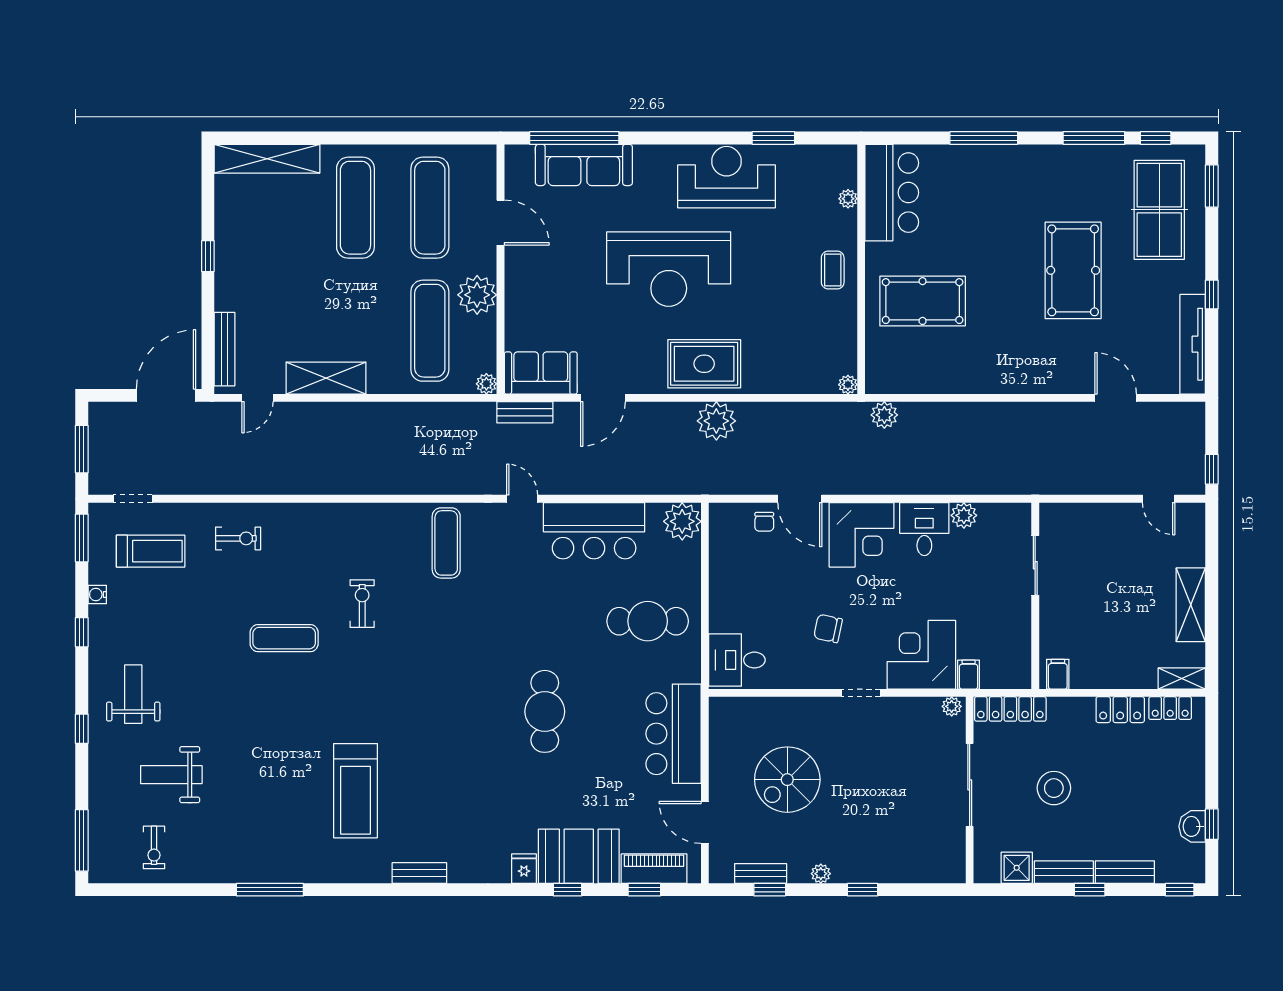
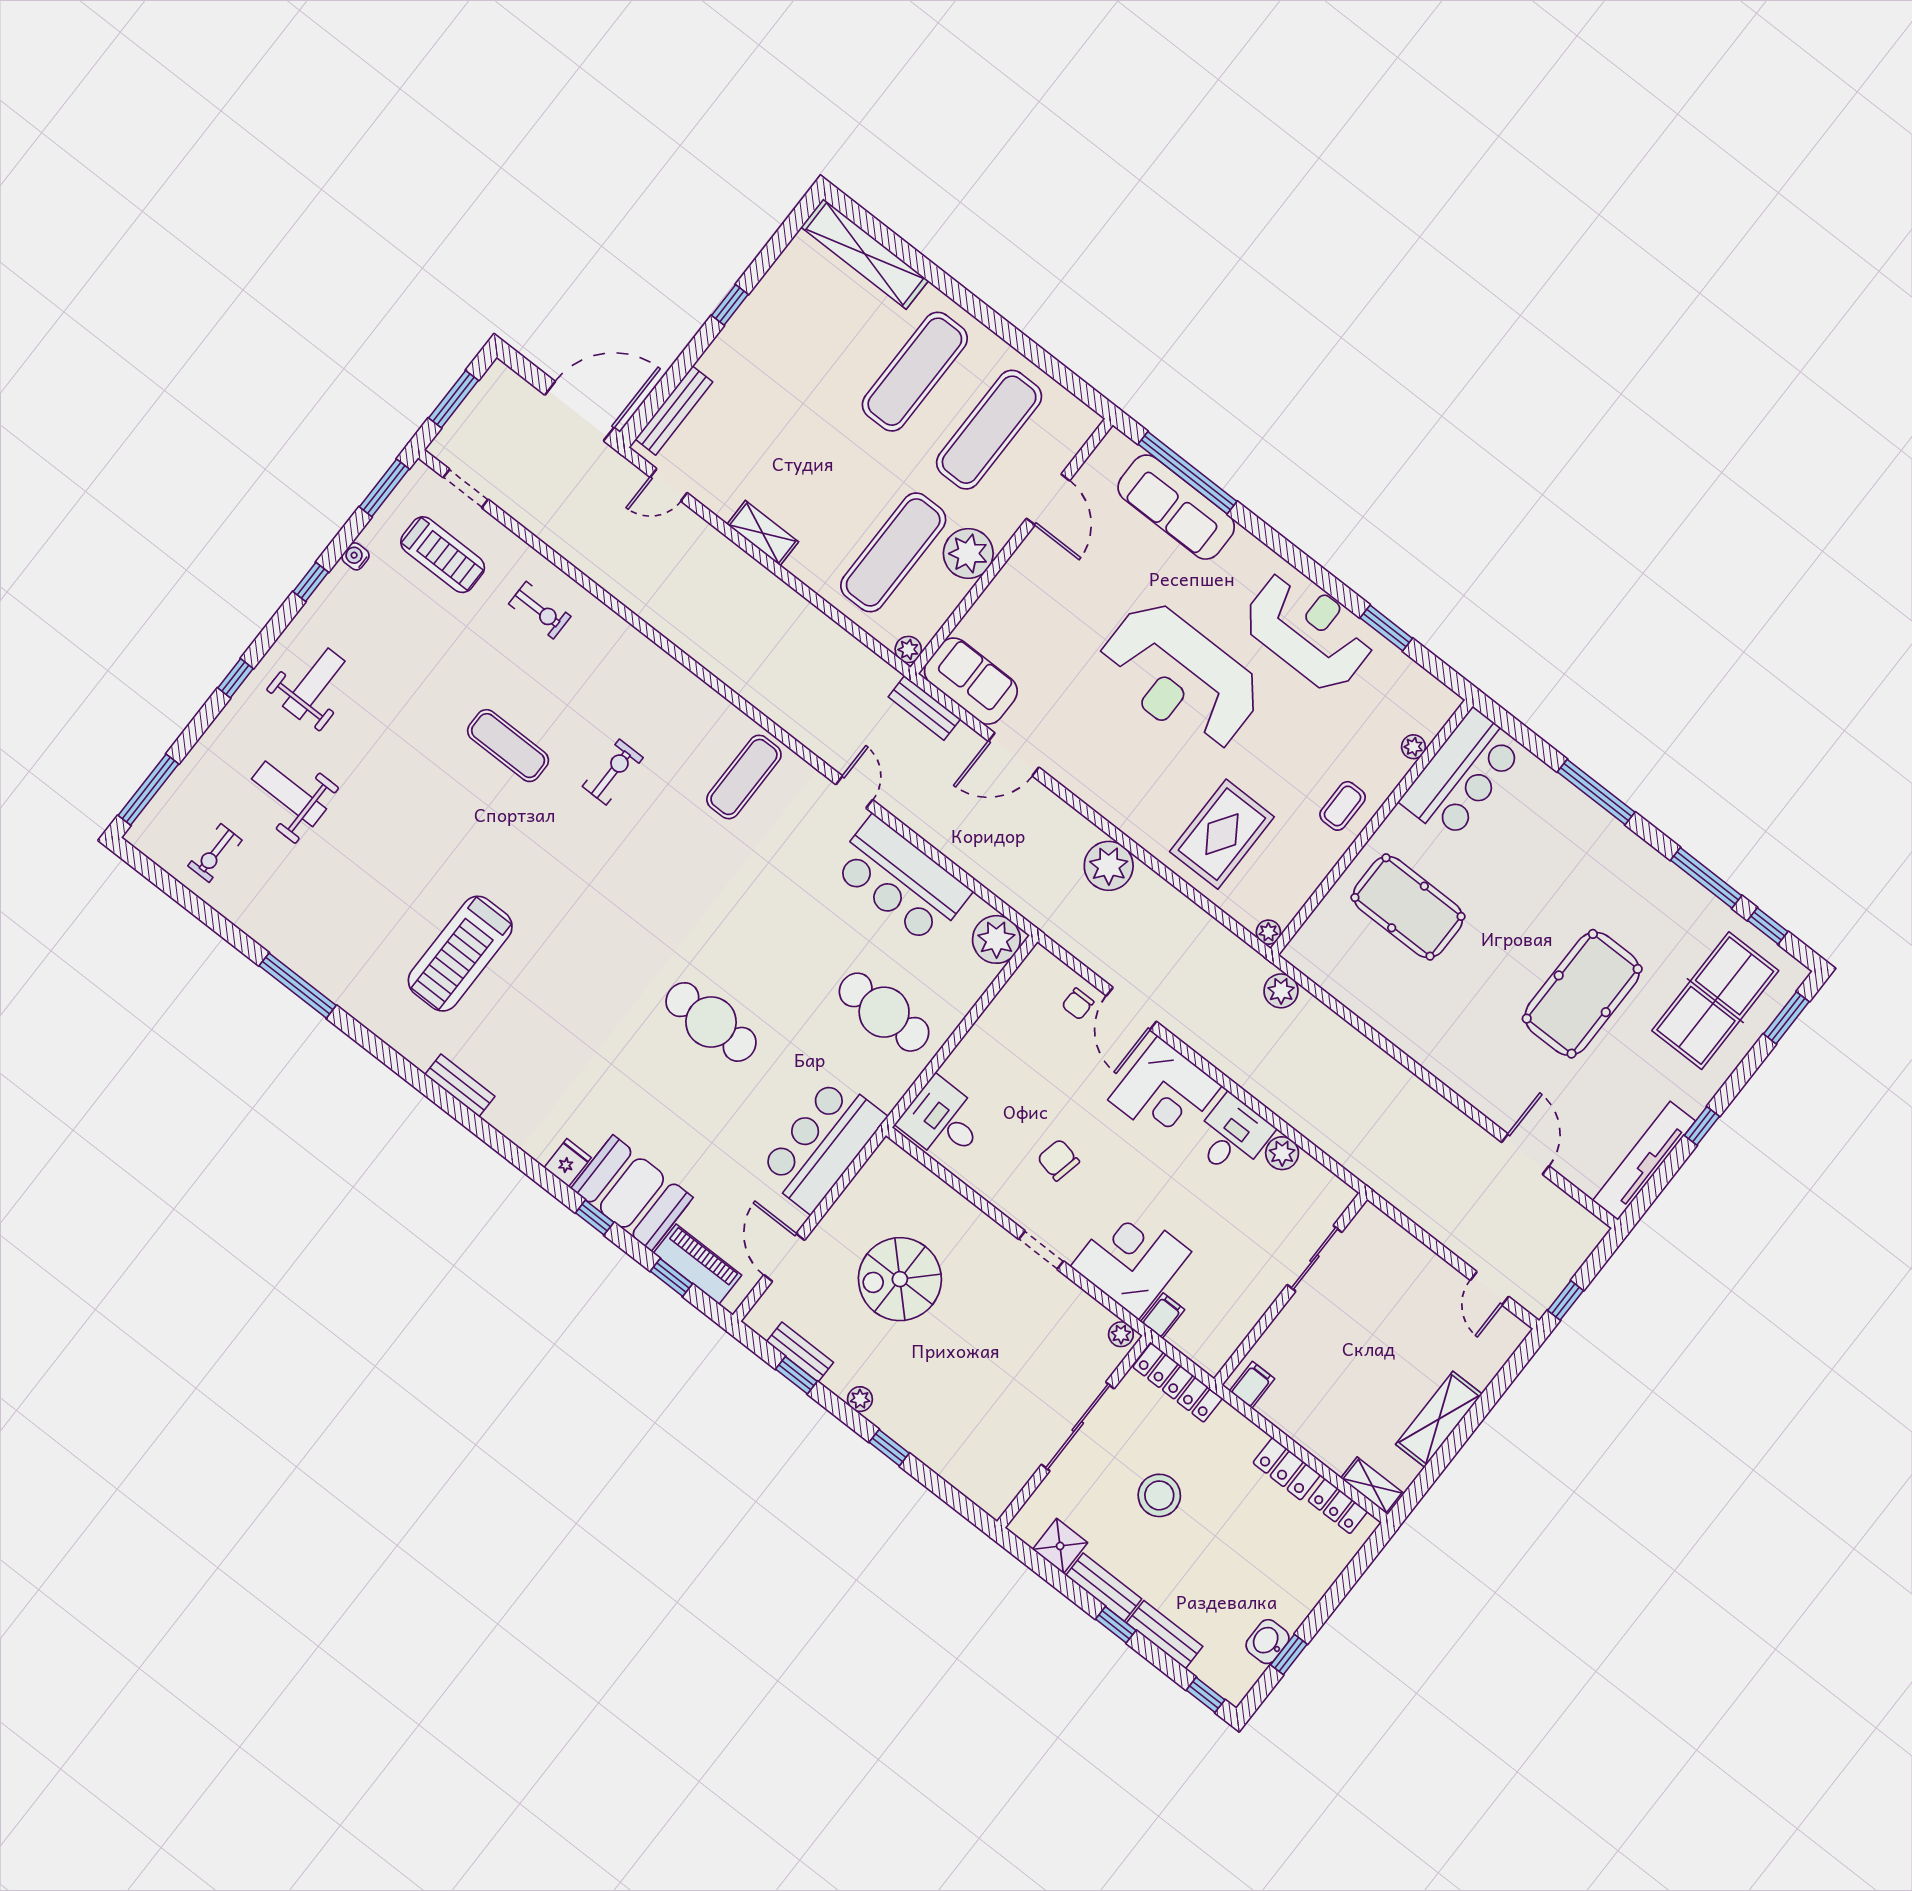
rug: (704, 364) -> (1222, 834), moved, turned 90
shelving: (326, 378) -> (763, 533), width x0.67, depth x0.75
cafe table: (545, 711) -> (711, 1022), turned 90

